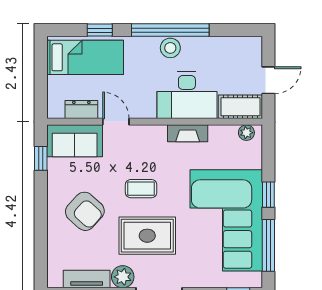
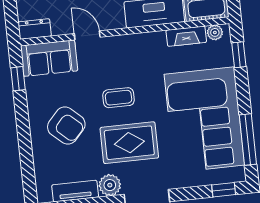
dresser: (81, 110) -> (35, 29), moved
fireplace: (188, 133) -> (186, 36), moved
window: (268, 195) -> (239, 55), moved

